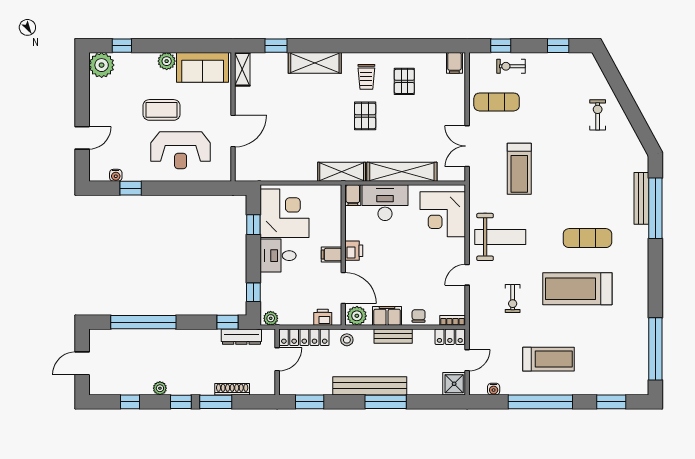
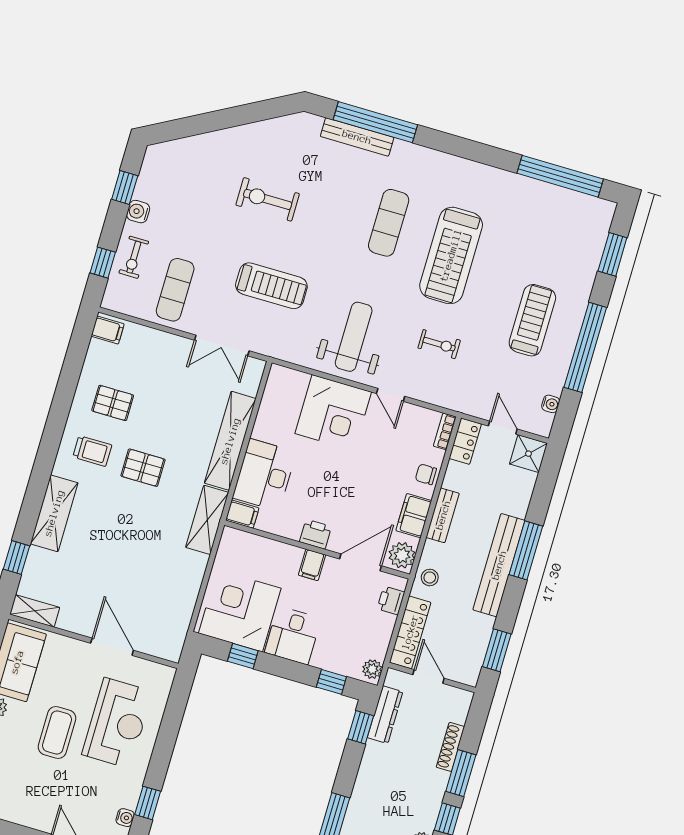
water cooler: (544, 60) -> (138, 212), added
exercise bike: (598, 115) -> (268, 199), moved, width x1.38, depth x1.39
corner desk: (443, 214) -> (333, 413), moved

